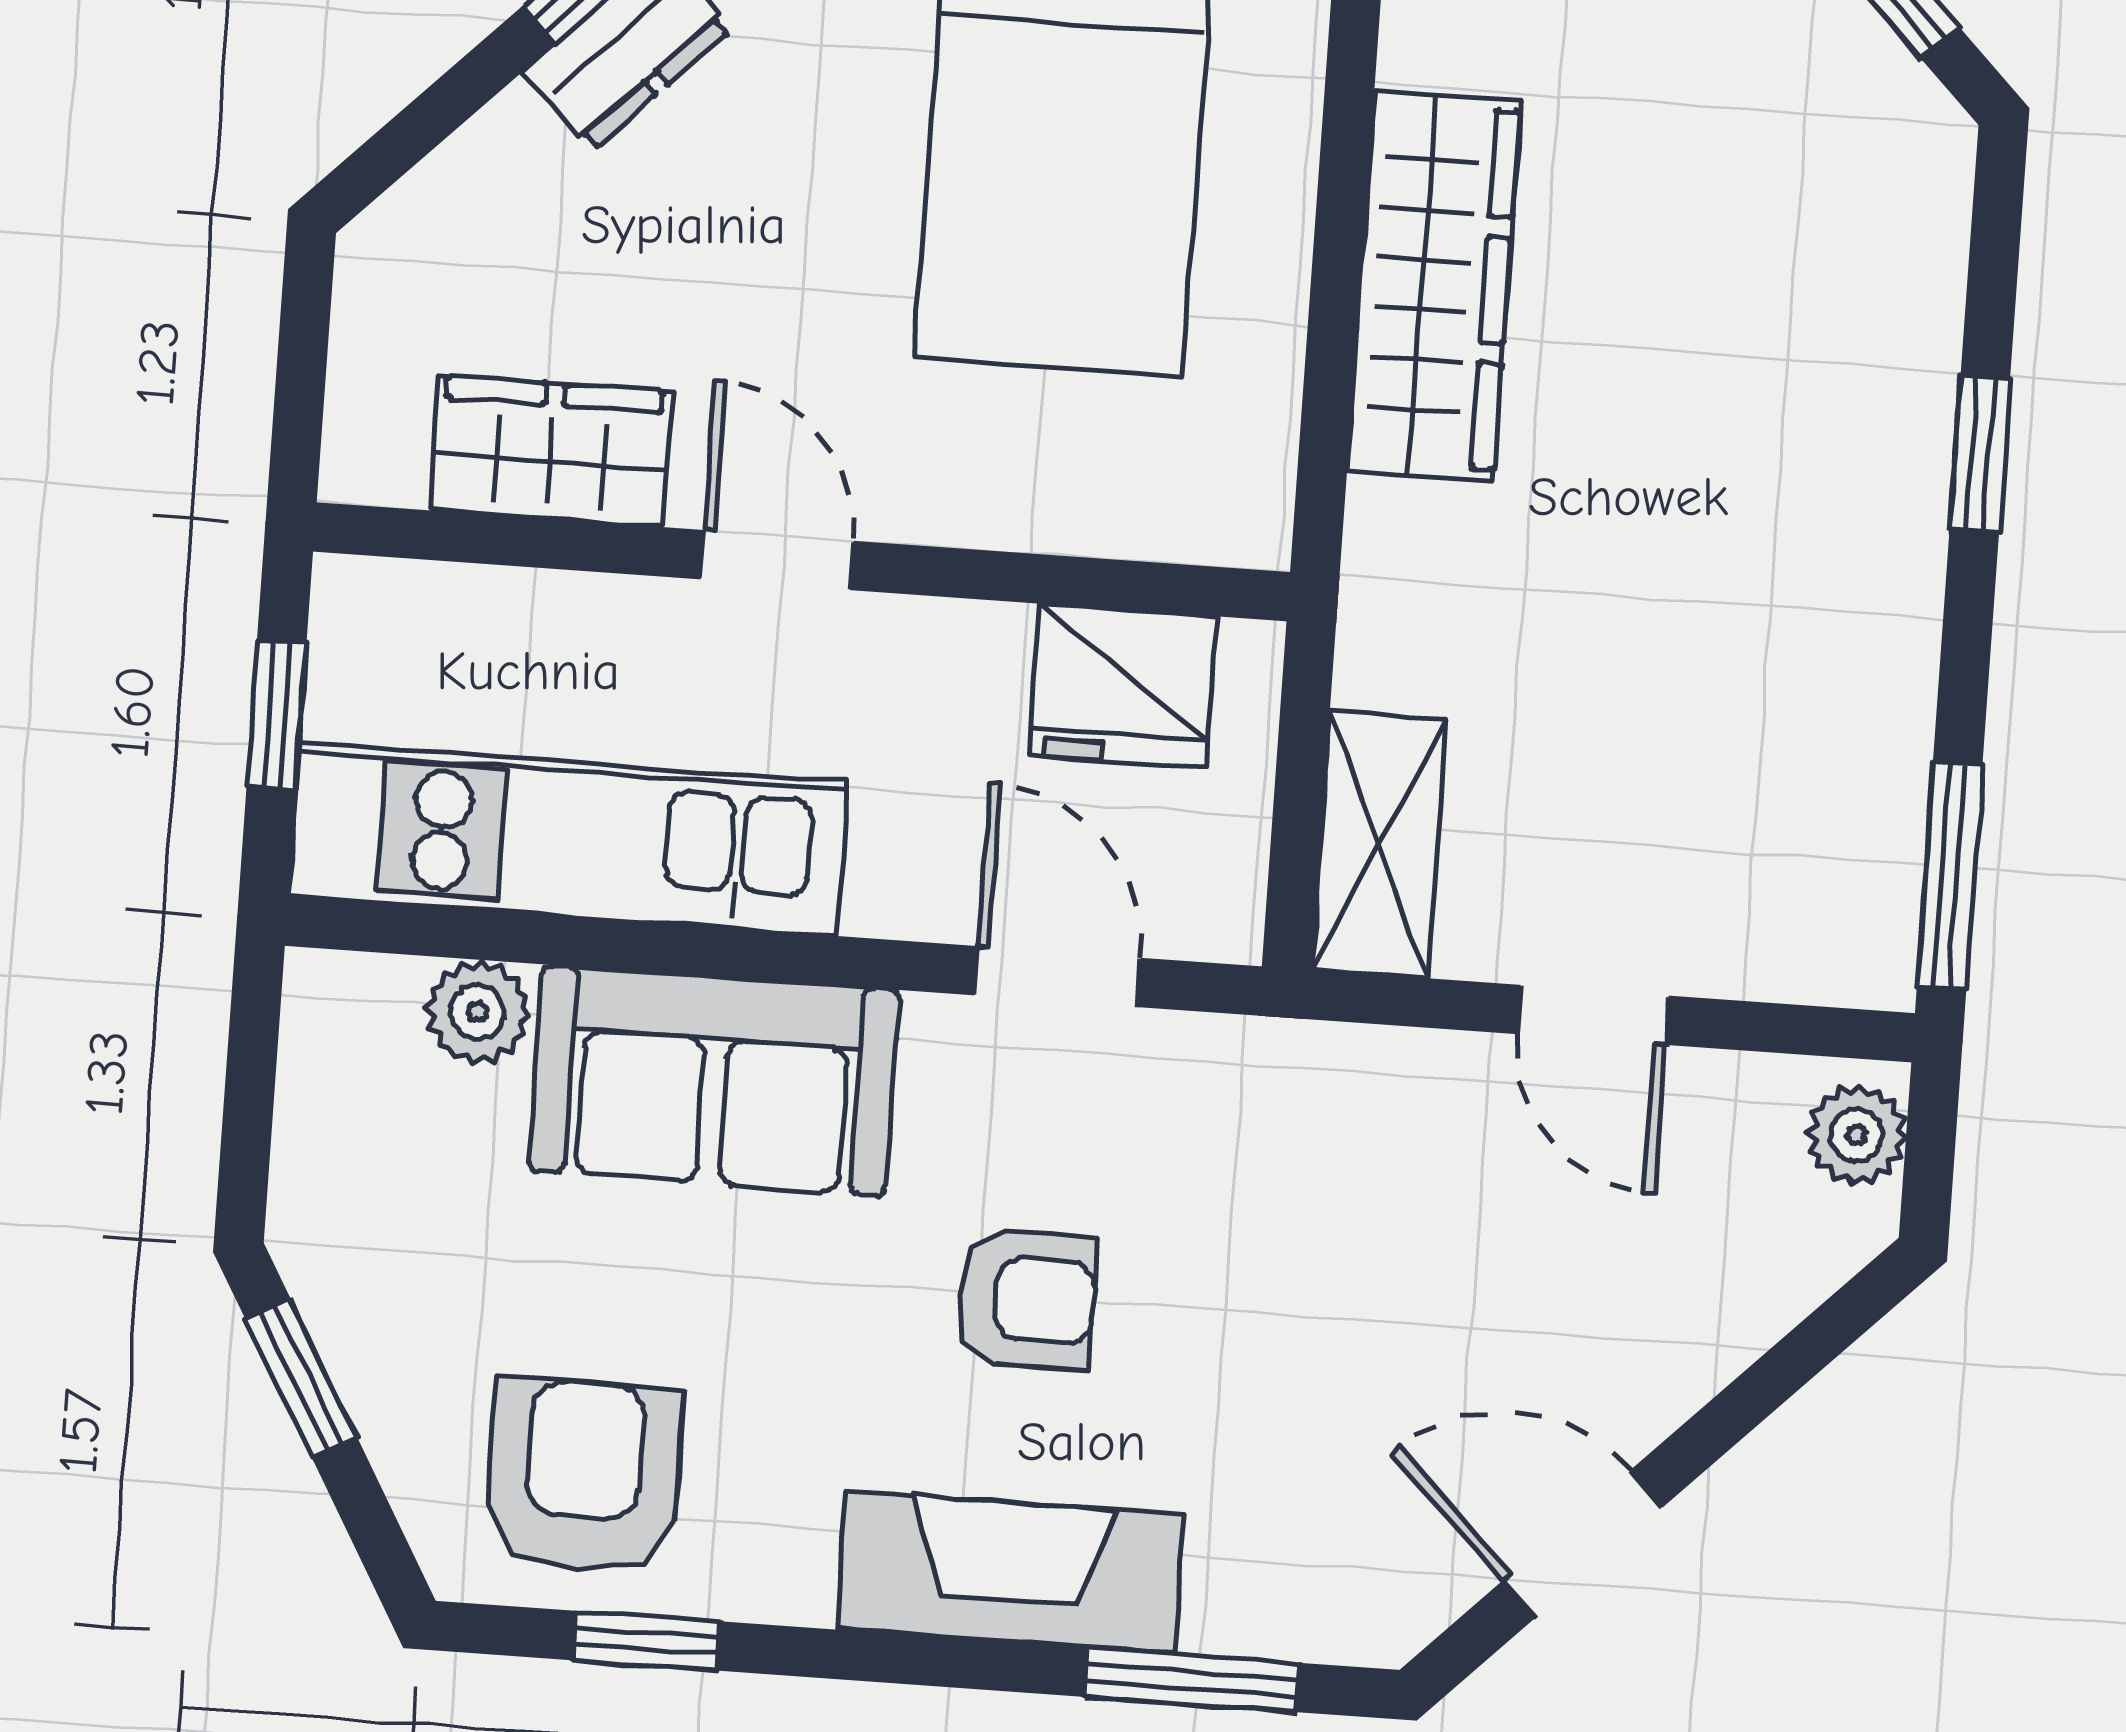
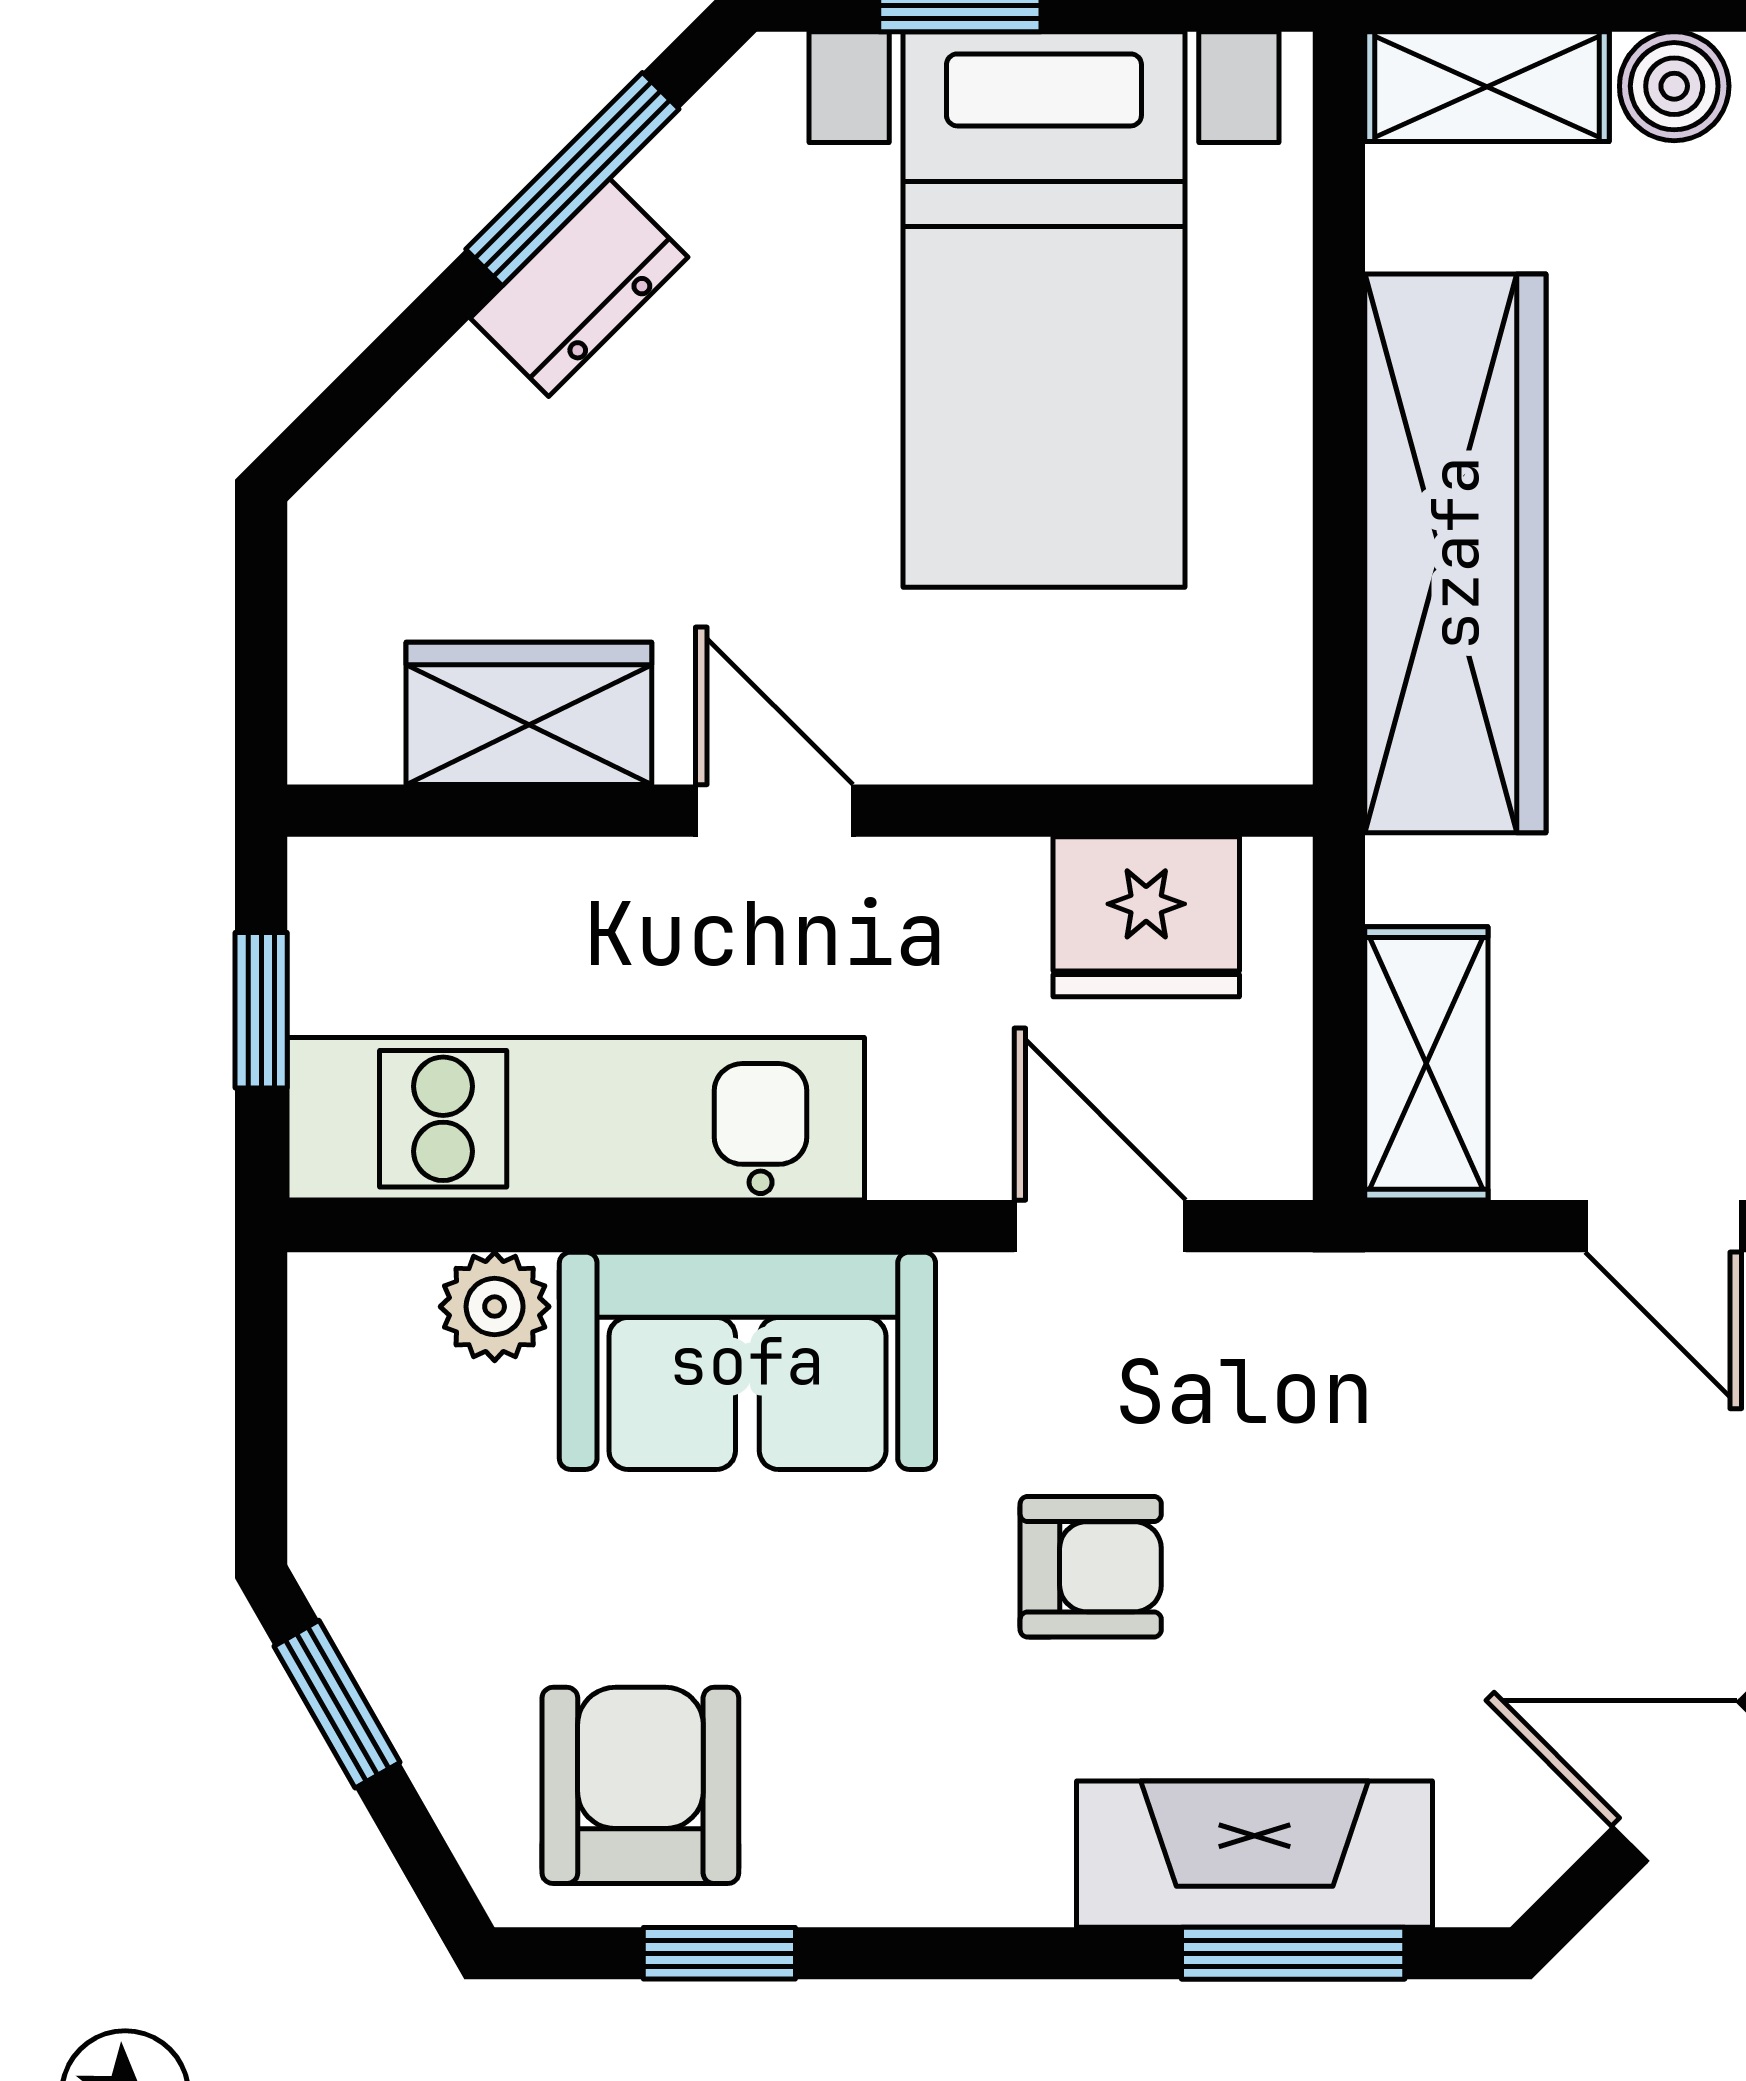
wardrobe: (1434, 286) -> (1455, 553), width x1.40, depth x1.17
fireplace: (1010, 1572) -> (1255, 1854), moved

